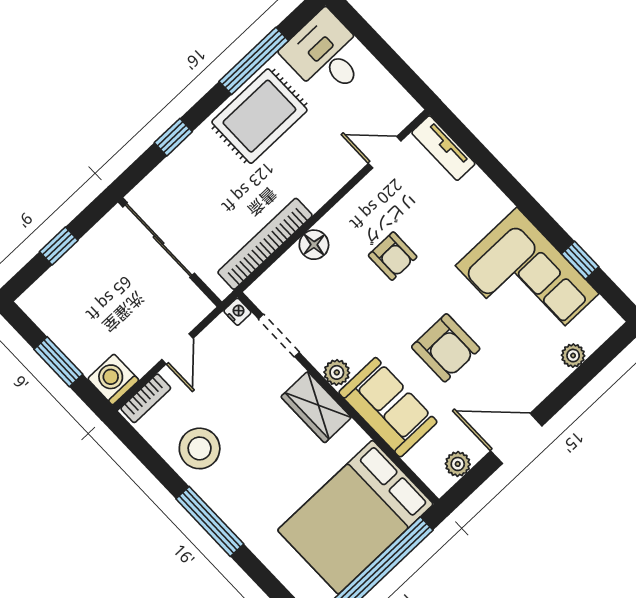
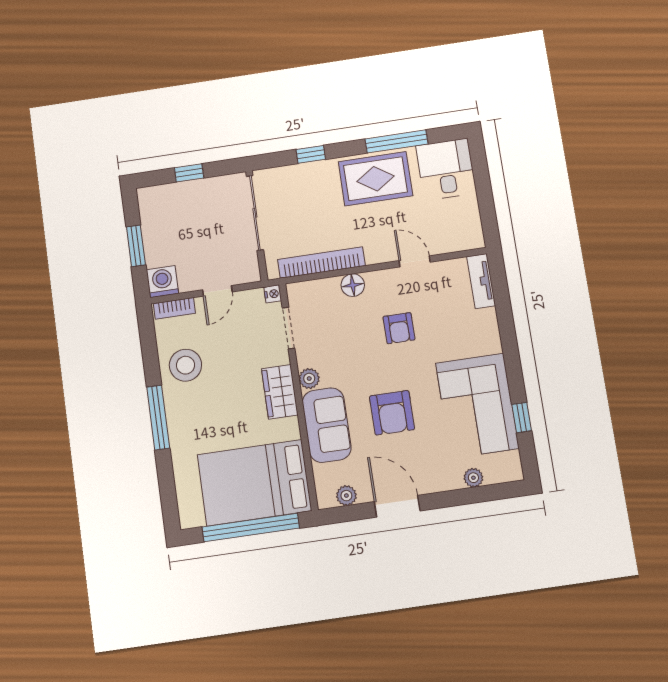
door: (385, 152) -> (415, 261), moved

